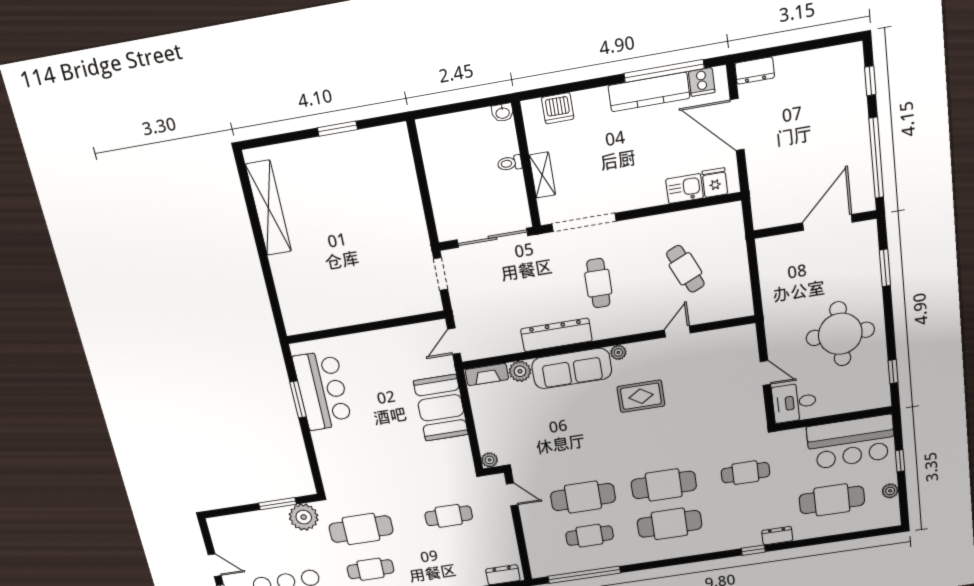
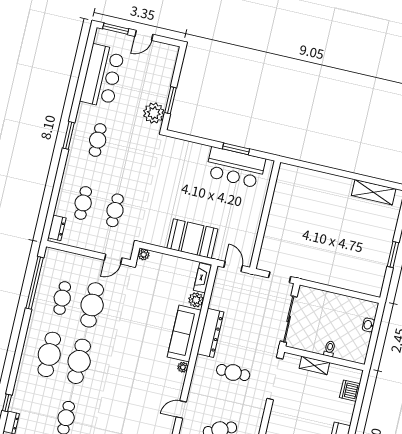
washbasin: (503, 113) -> (368, 325), moved
shelving: (268, 208) -> (374, 192), width x0.68
door: (677, 331) -> (181, 410), swing flipped
rug: (641, 396) -> (147, 370), removed
cafe table: (361, 529) -> (83, 203), moved, width x0.73, depth x0.74

